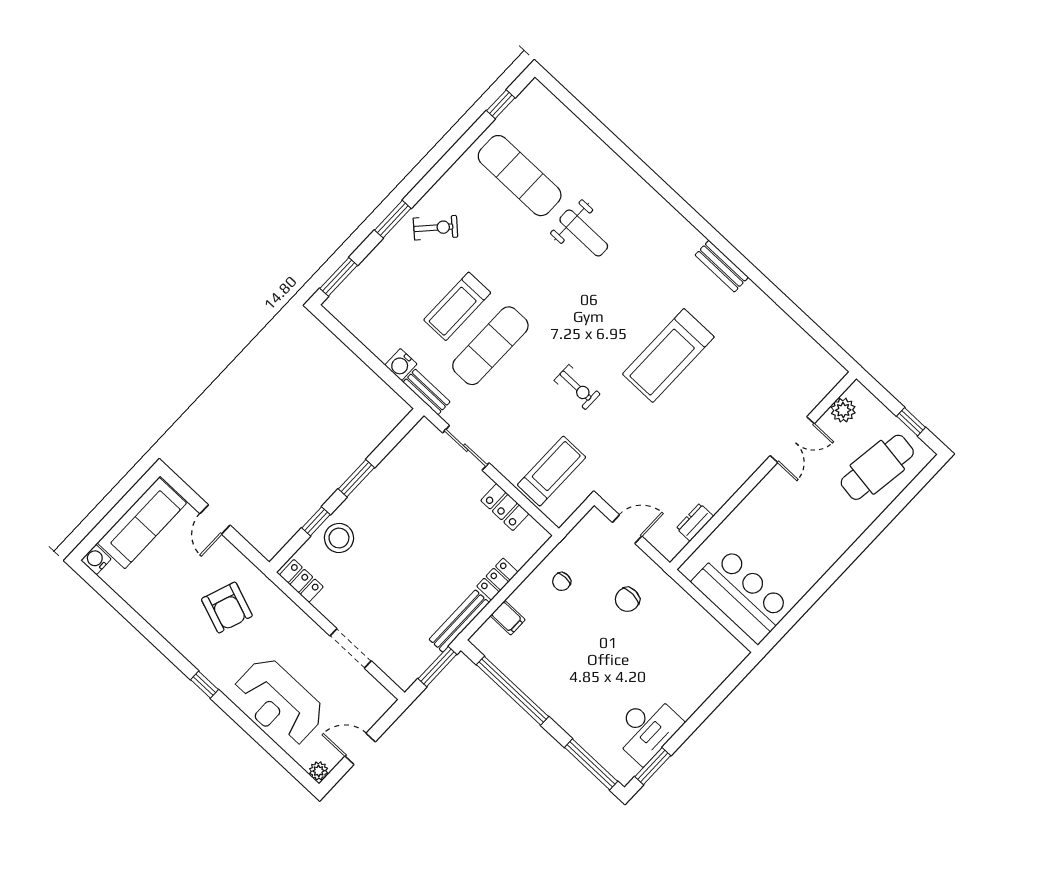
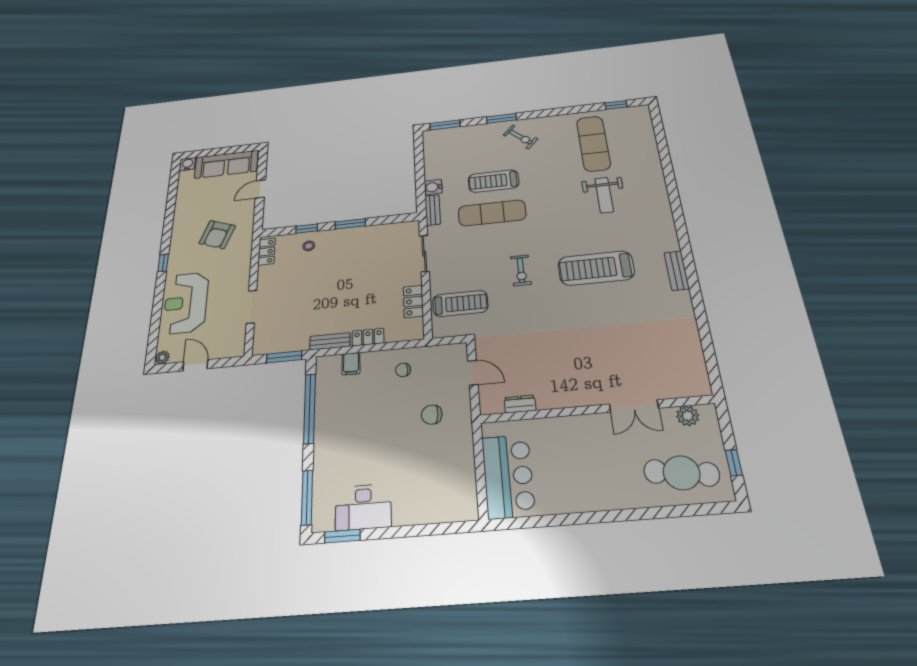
treadmill: (668, 355) -> (596, 268), moved
stool: (339, 538) -> (309, 246), width x0.53, depth x0.53
bench: (459, 621) -> (330, 341), width x0.73

